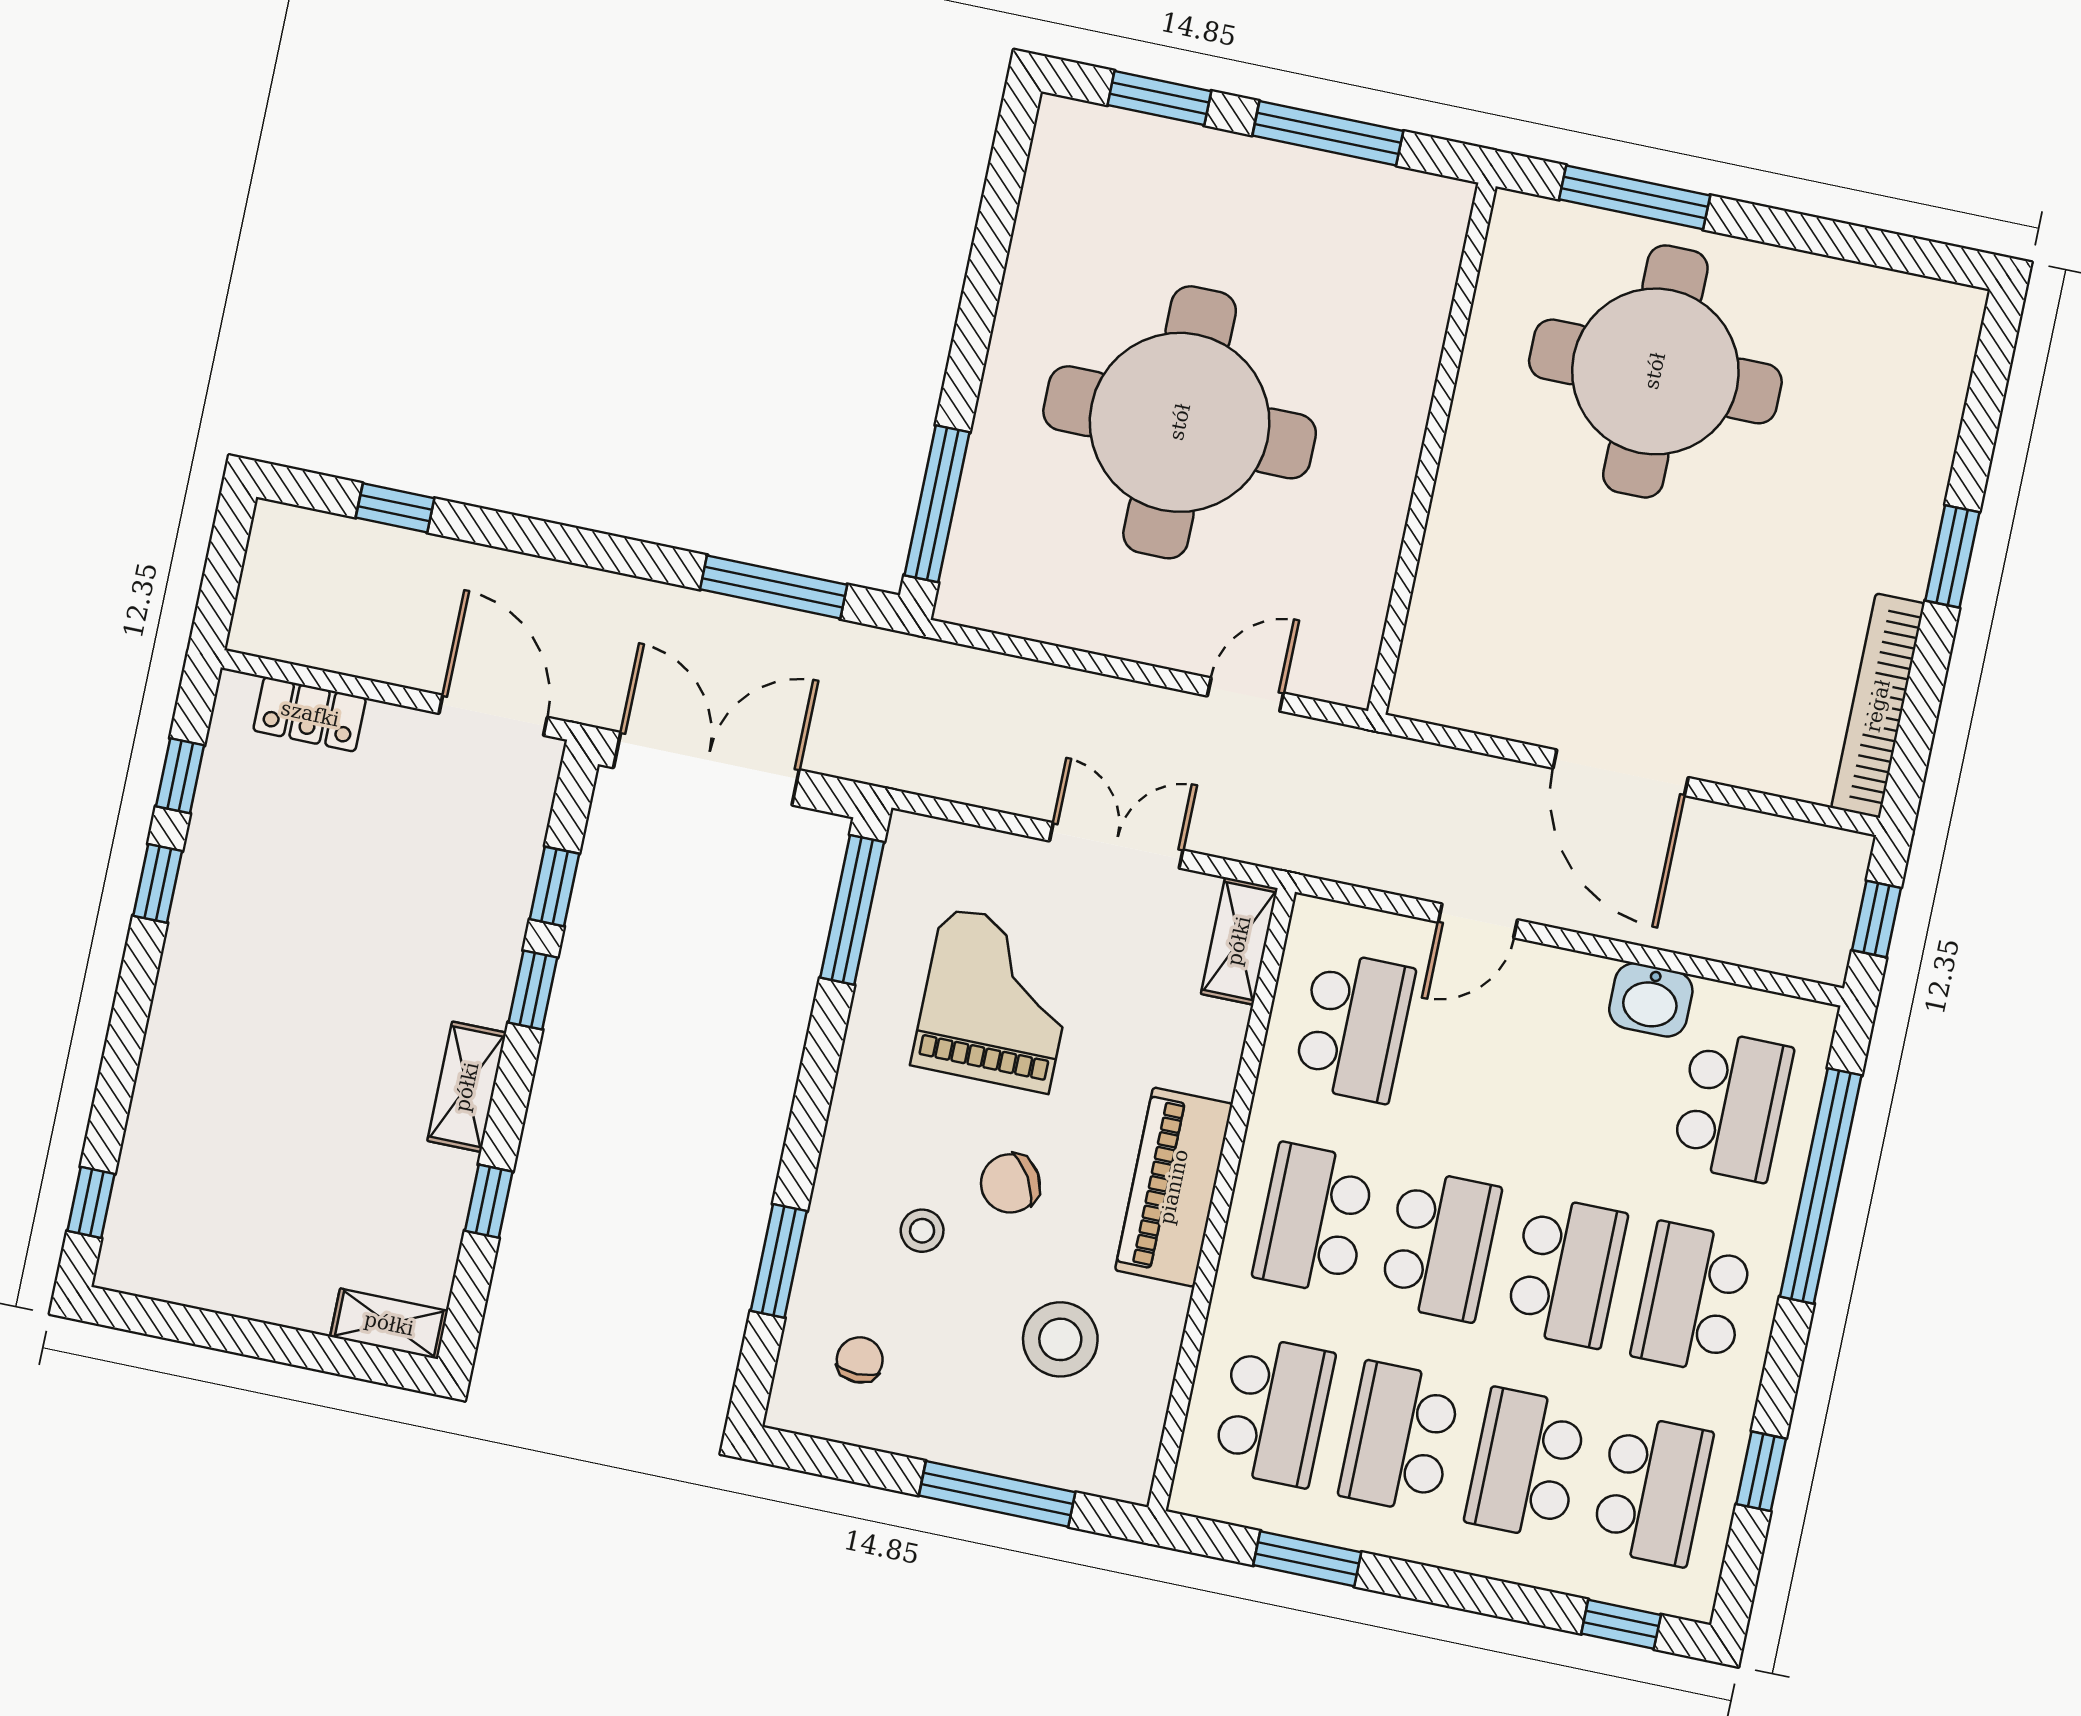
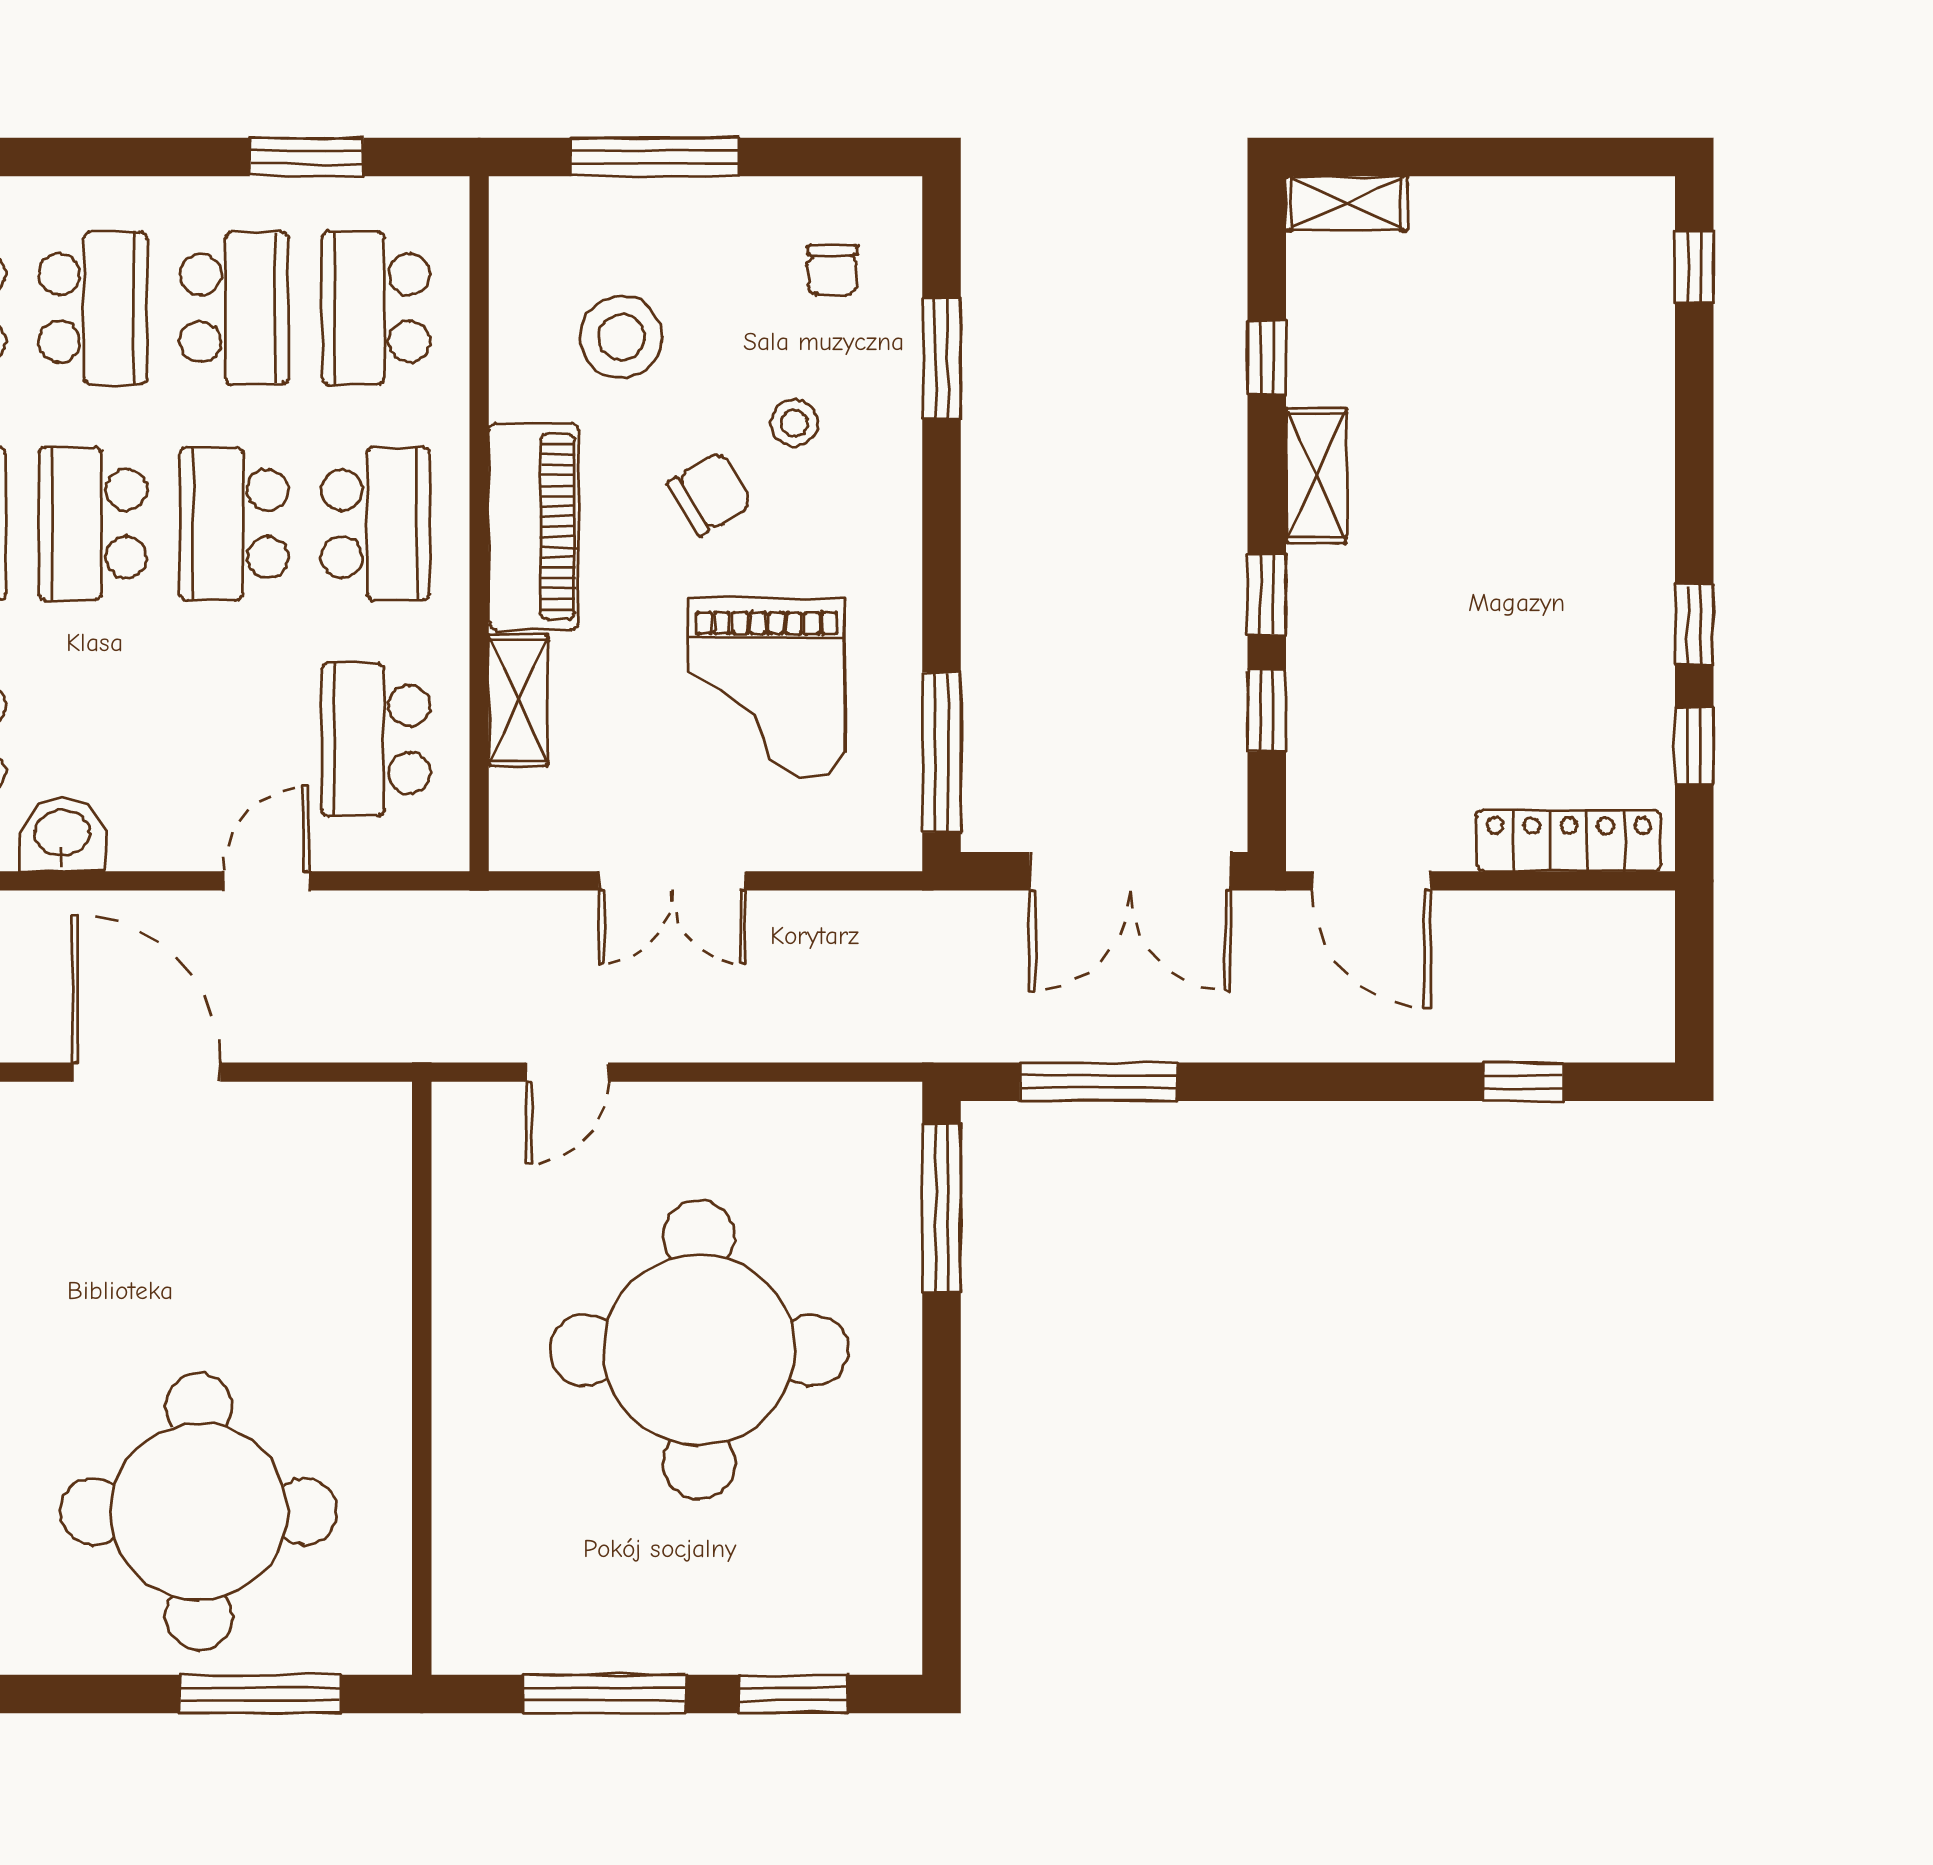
locker: (310, 714) -> (1569, 841), width x1.53
shelving: (1239, 941) -> (518, 700), moved

